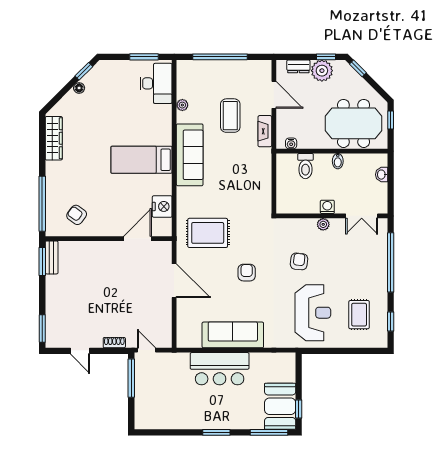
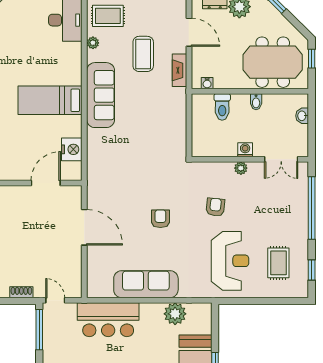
rug: (208, 233) -> (108, 16), moved, width x0.73, depth x0.70
plant: (261, 363) -> (175, 314), added
bar counter: (220, 369) -> (108, 320), moved

